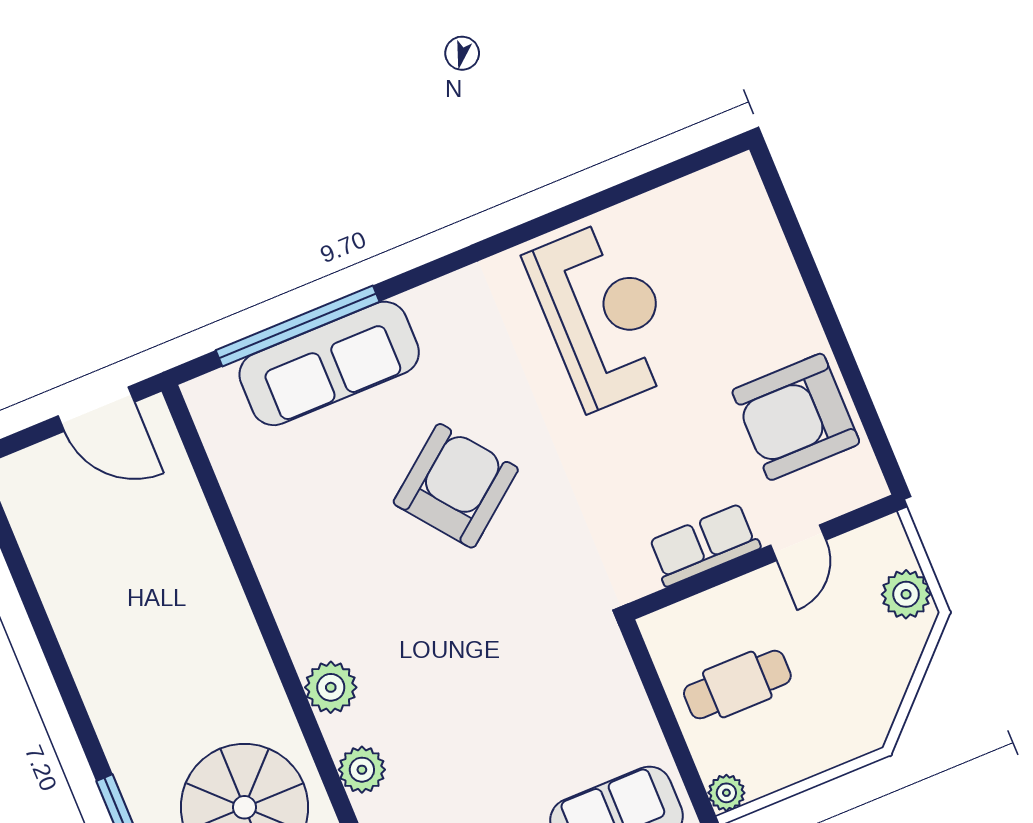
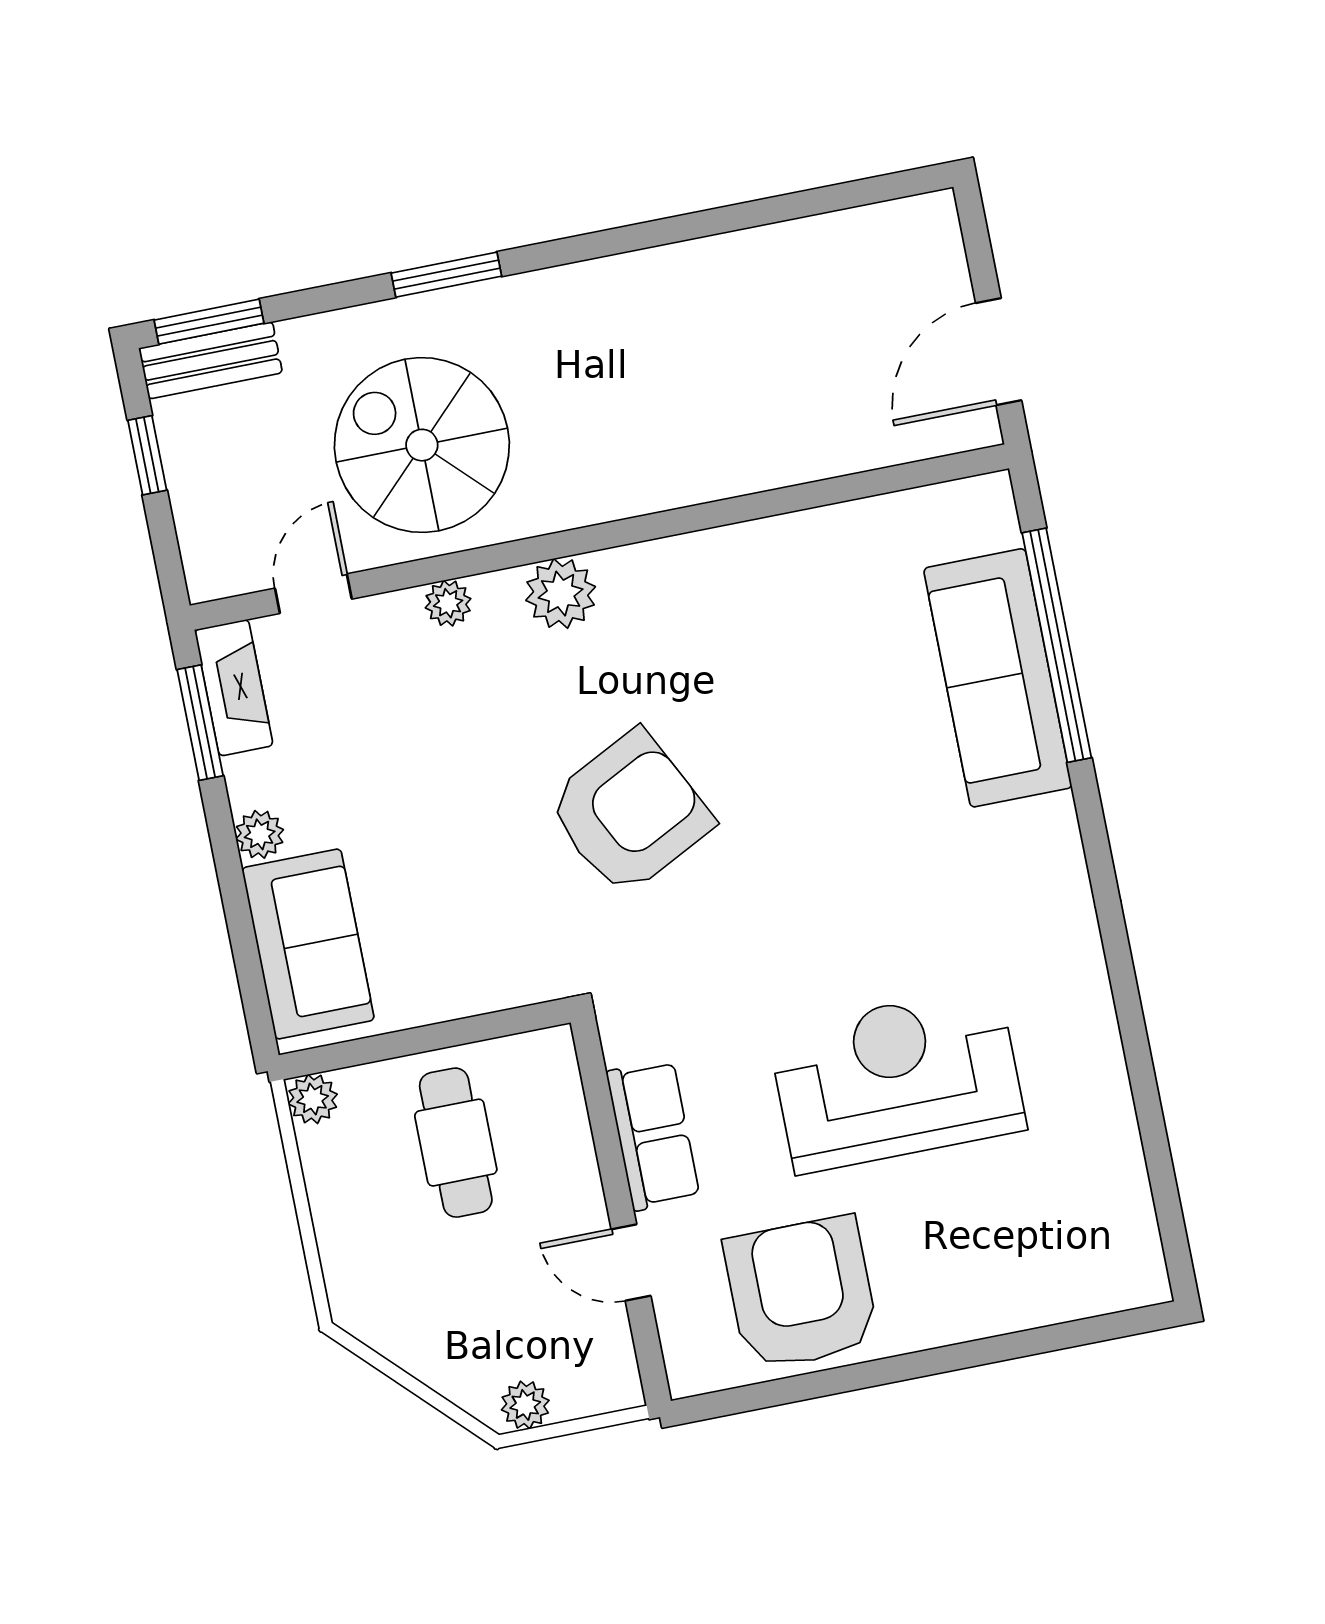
reception desk: (604, 315) -> (897, 1080), moved, turned 180
armchair: (456, 486) -> (630, 813), moved, turned -79
plant: (906, 594) -> (525, 1405), width x0.73, depth x0.73
plant: (362, 770) -> (448, 603), width x0.73, depth x0.73

